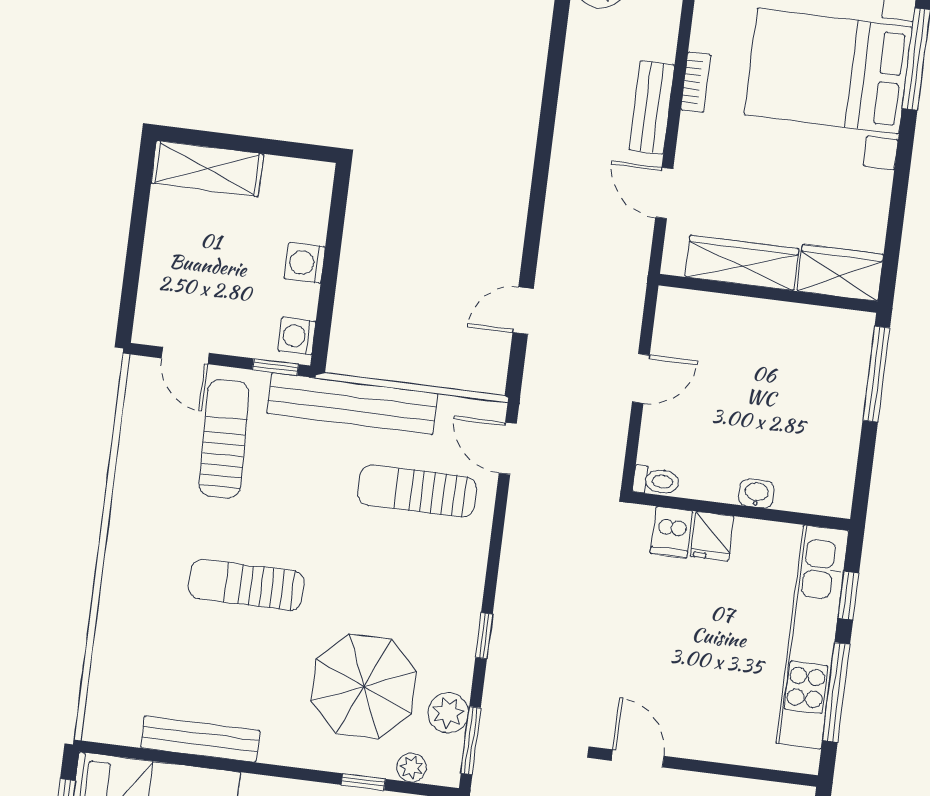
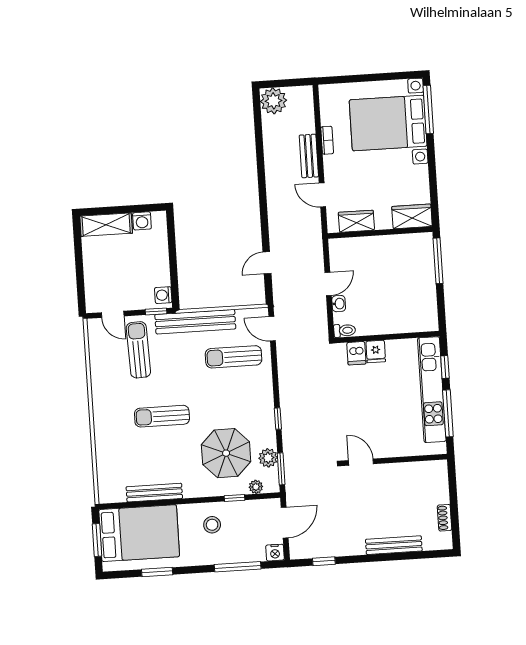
washing machine: (305, 263) -> (142, 221), moved, turned -90
wardrobe: (742, 263) -> (356, 221), width x0.67
washbasin: (756, 494) -> (339, 304), moved, turned 90

